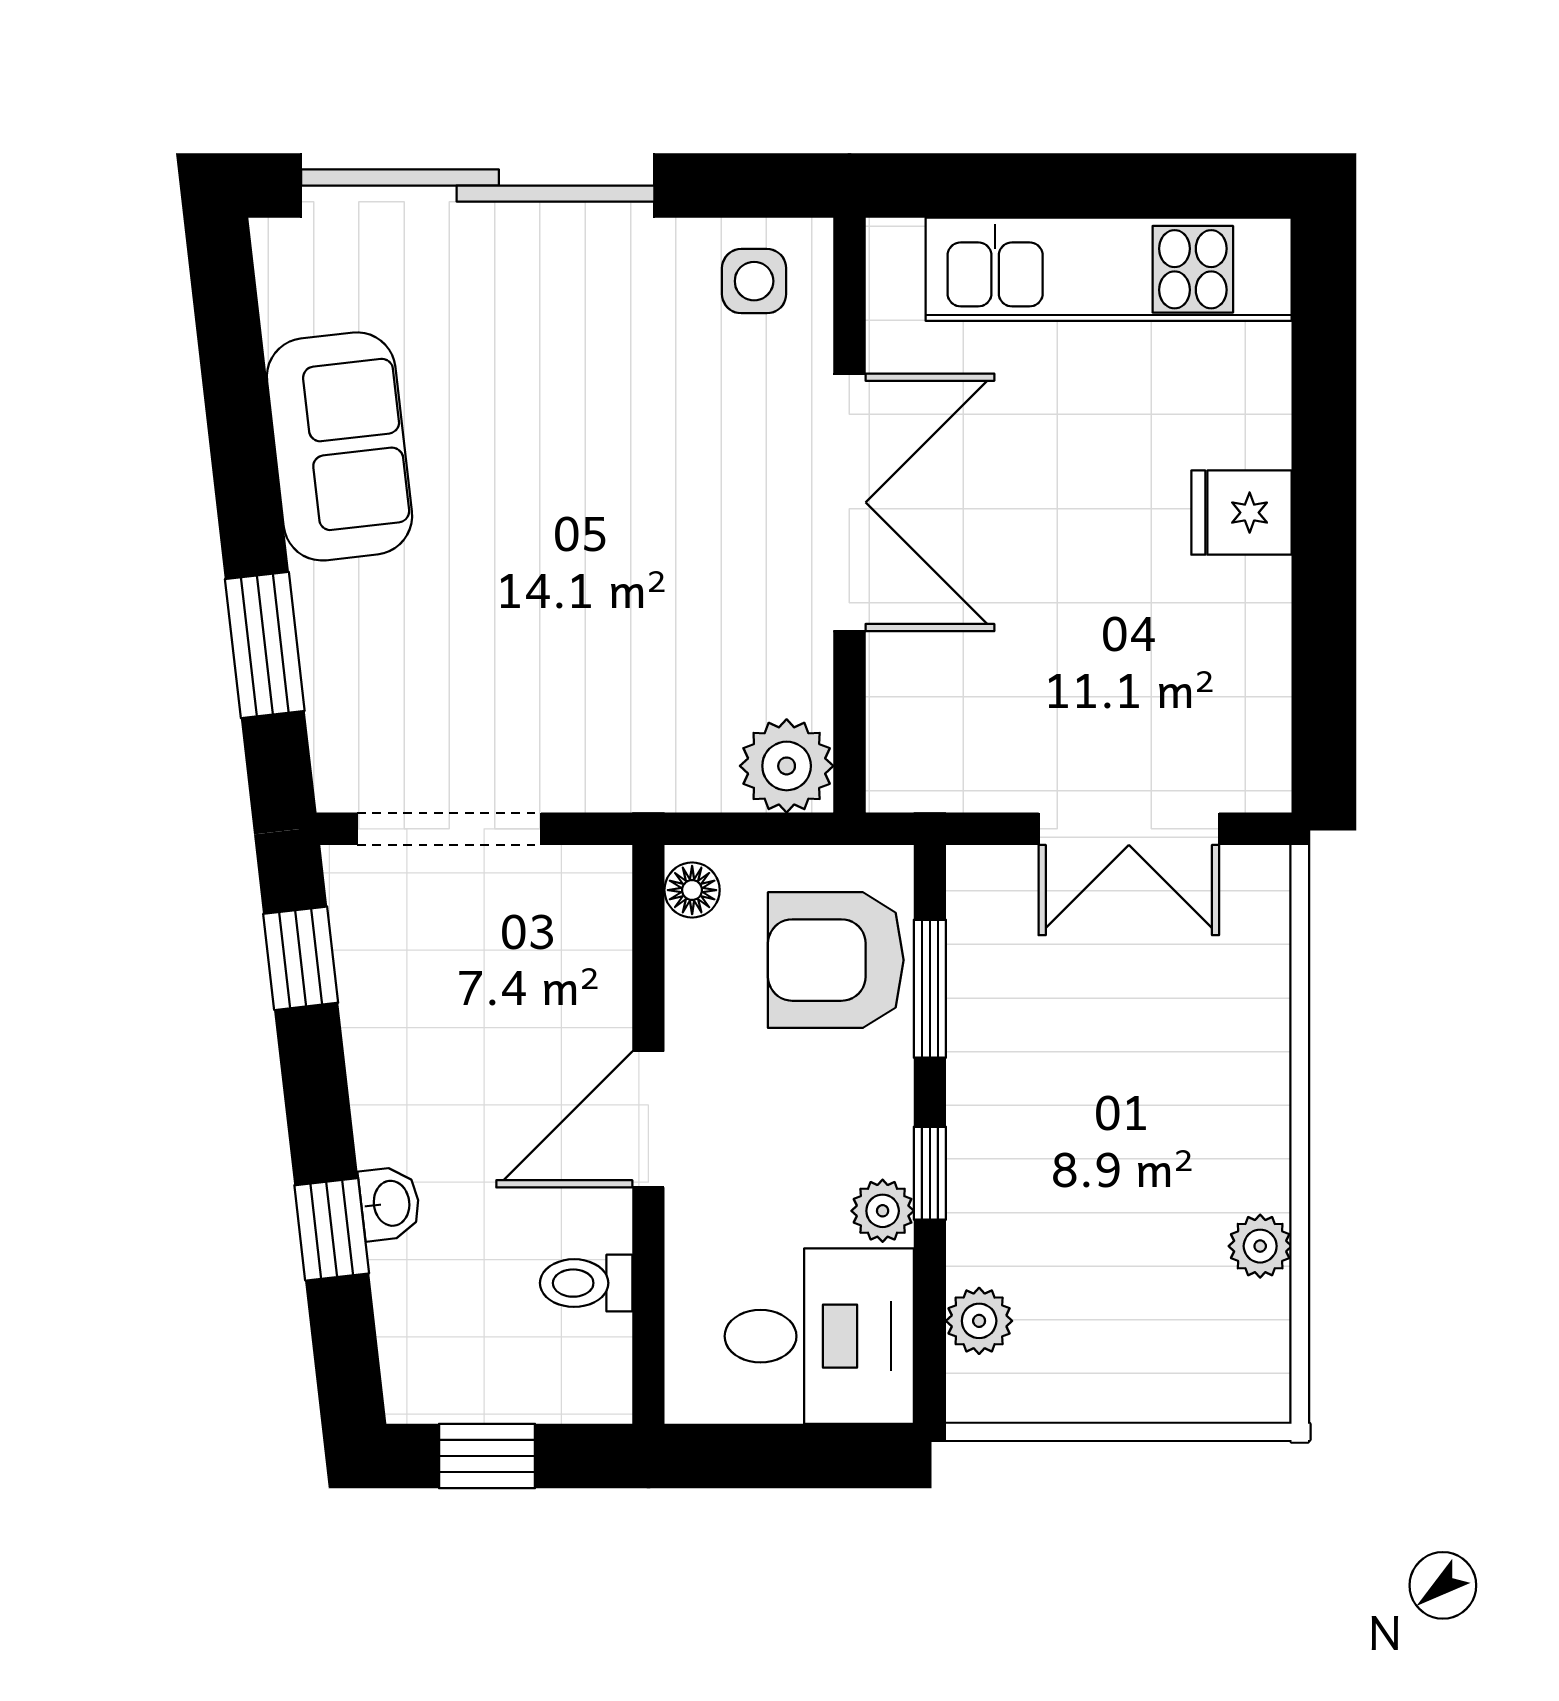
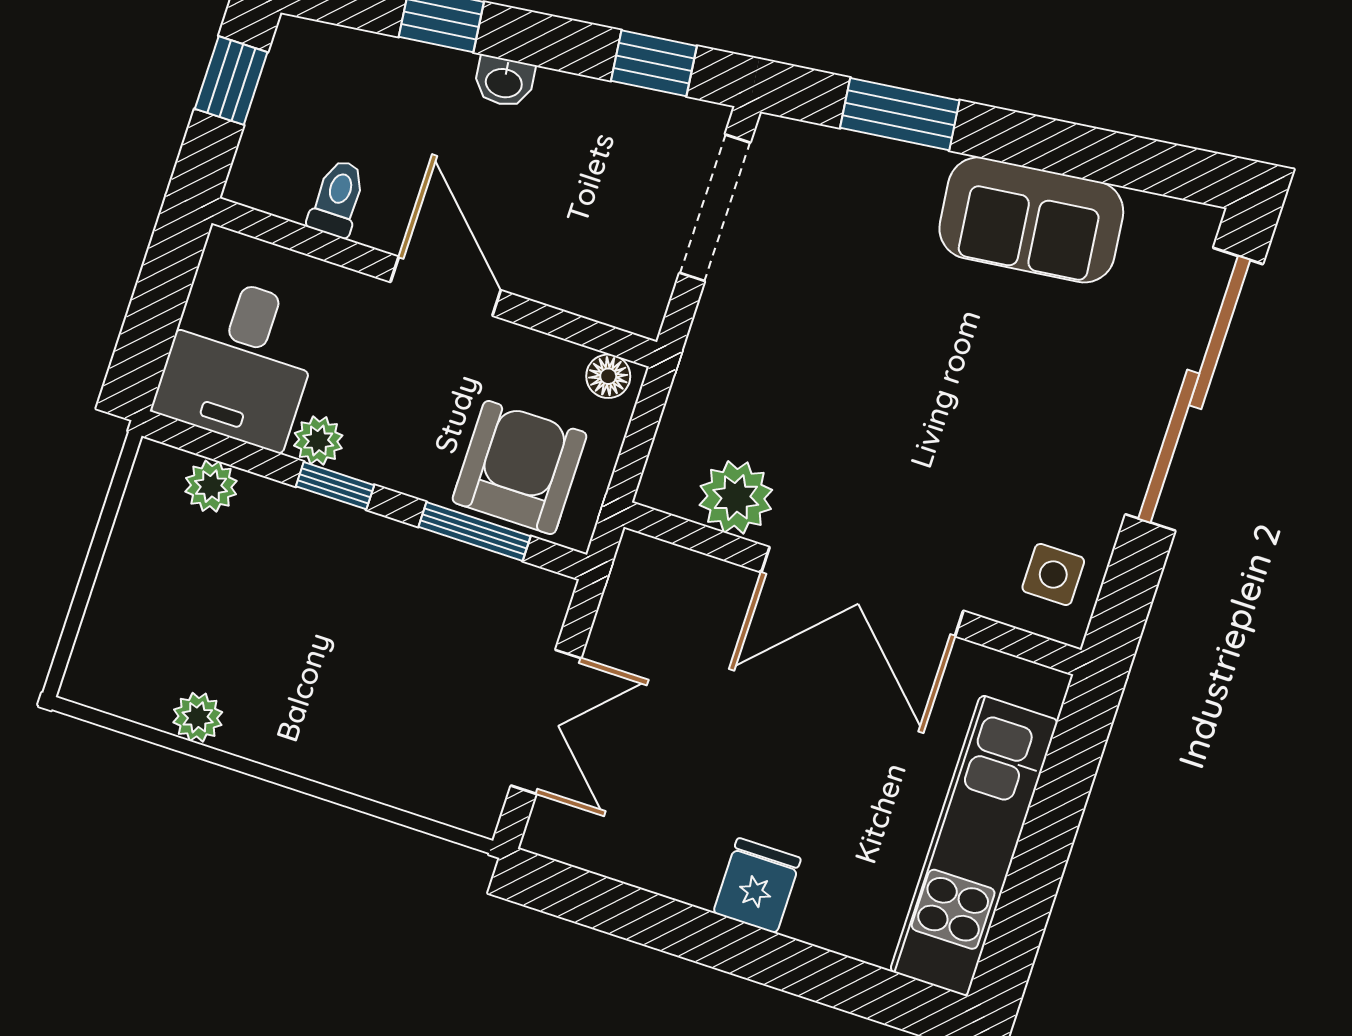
plant: (787, 766) -> (736, 497), moved
double door: (1129, 829) -> (546, 722), swing flipped
washbasin: (390, 1203) -> (504, 82), moved

